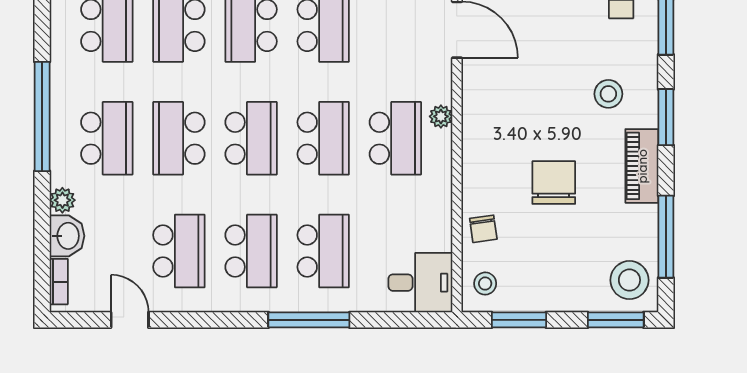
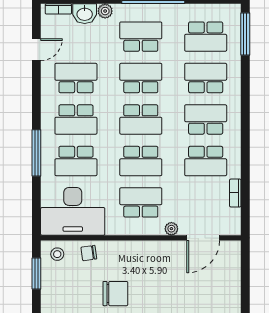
plant: (441, 116) -> (171, 229), moved
school desk: (107, 138) -> (141, 37), turned 180
school desk: (395, 138) -> (141, 202), turned 180
school desk: (179, 251) -> (76, 78), turned 180
desk: (420, 283) -> (73, 211), width x1.87, depth x1.30

